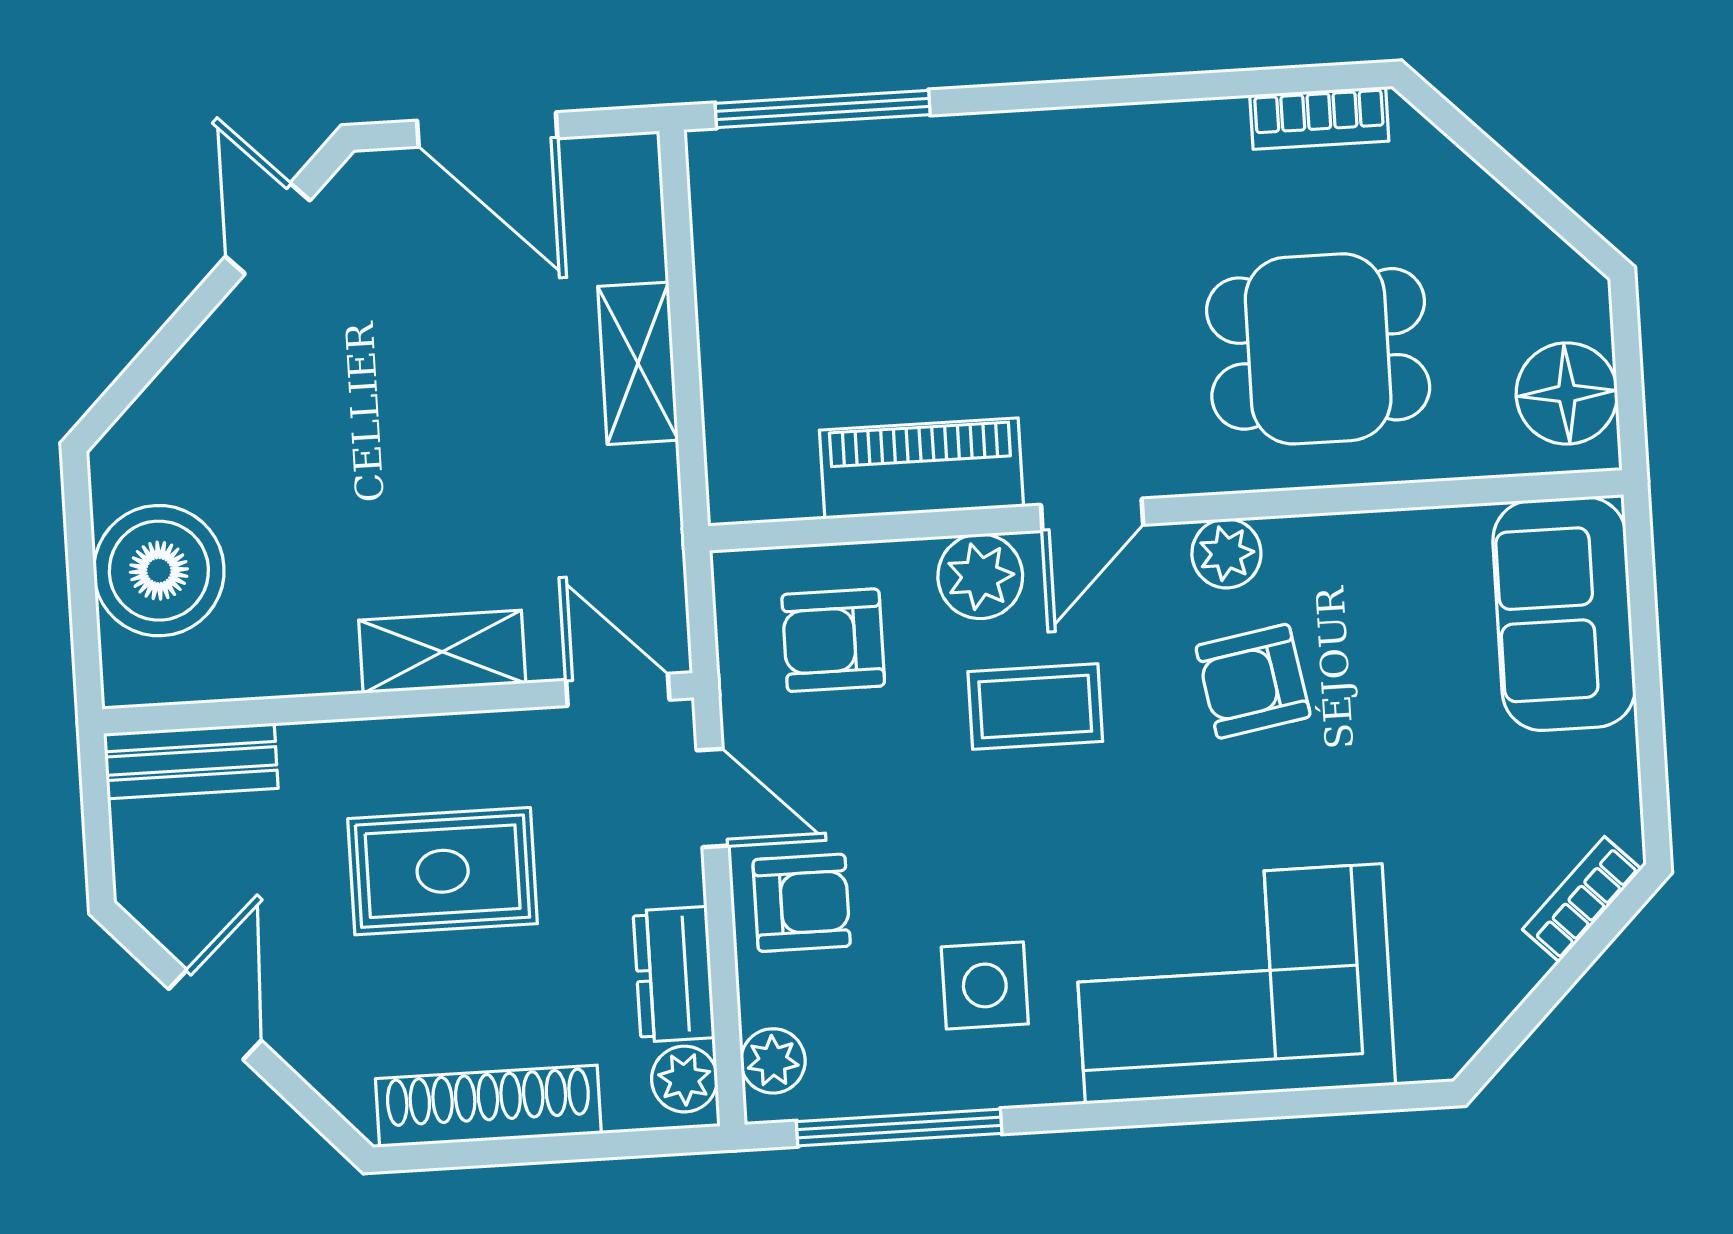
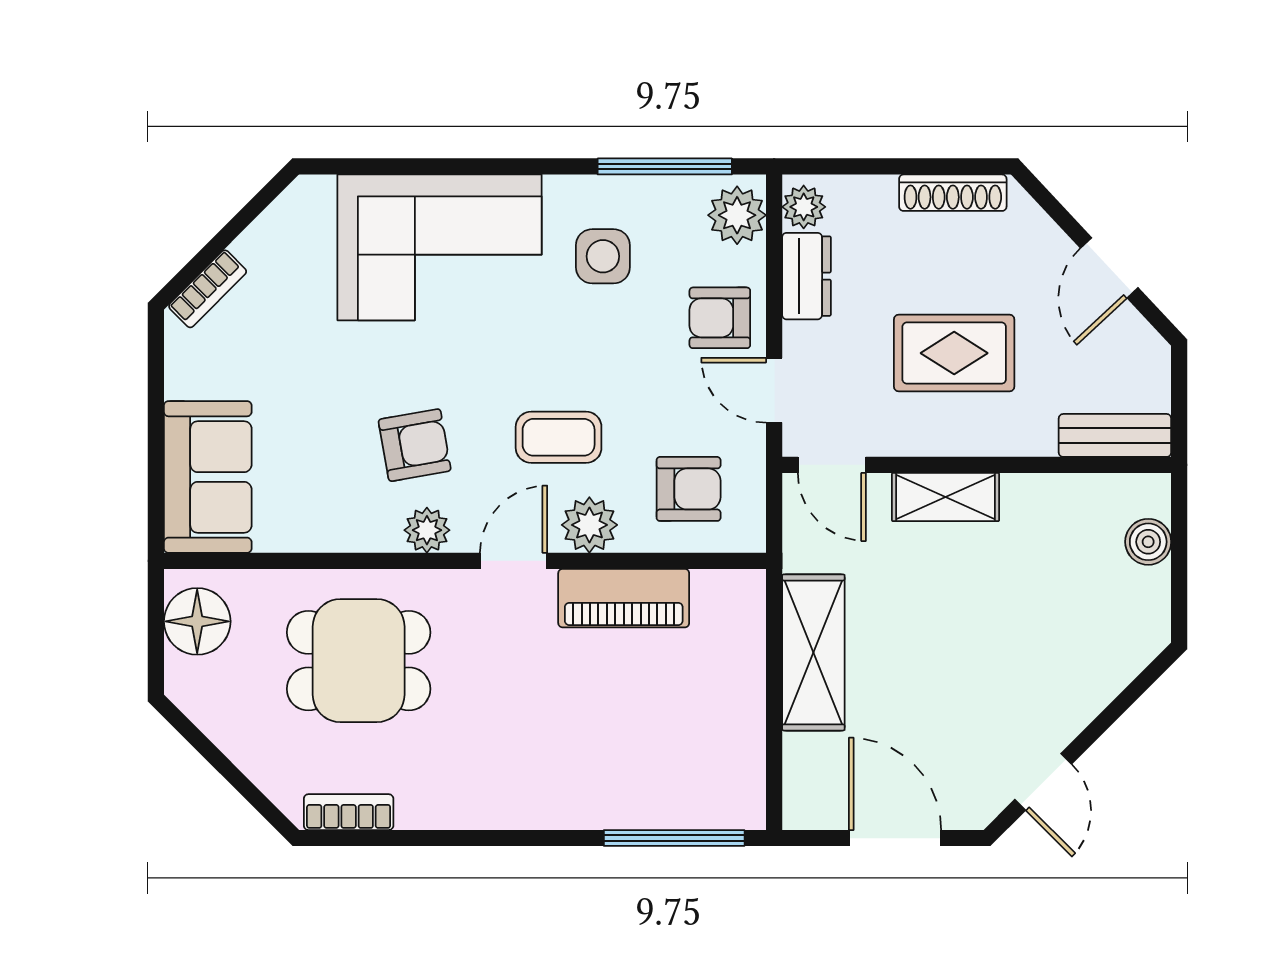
shelving: (638, 363) -> (813, 652), width x1.50, depth x1.33
boiler: (159, 571) -> (1148, 542), width x0.54, depth x0.54
plant: (773, 1061) -> (737, 215), width x1.38, depth x1.38
shoe rack: (488, 1106) -> (953, 193), width x0.74, depth x0.81

